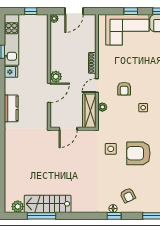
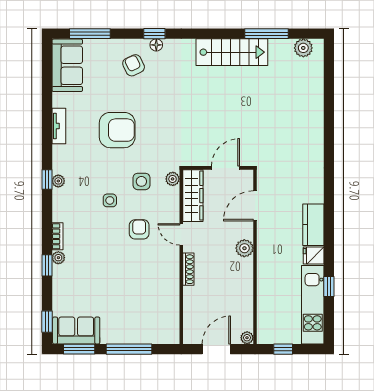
window: (131, 11) -> (129, 349), width x2.17
corner sofa: (127, 30) -> (134, 320), removed
door: (97, 86) -> (181, 234), swing flipped
door: (49, 93) -> (255, 206), moved
plant: (102, 107) -> (173, 179), moved
kitchen counter: (11, 108) -> (313, 225), moved
side table: (111, 149) -> (141, 181), moved
stairs: (48, 204) -> (232, 52), moved

